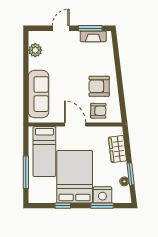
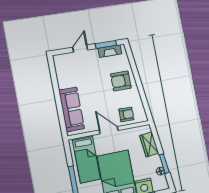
plant: (35, 50) -> (61, 71), removed
armchair: (99, 86) -> (121, 81), moved

